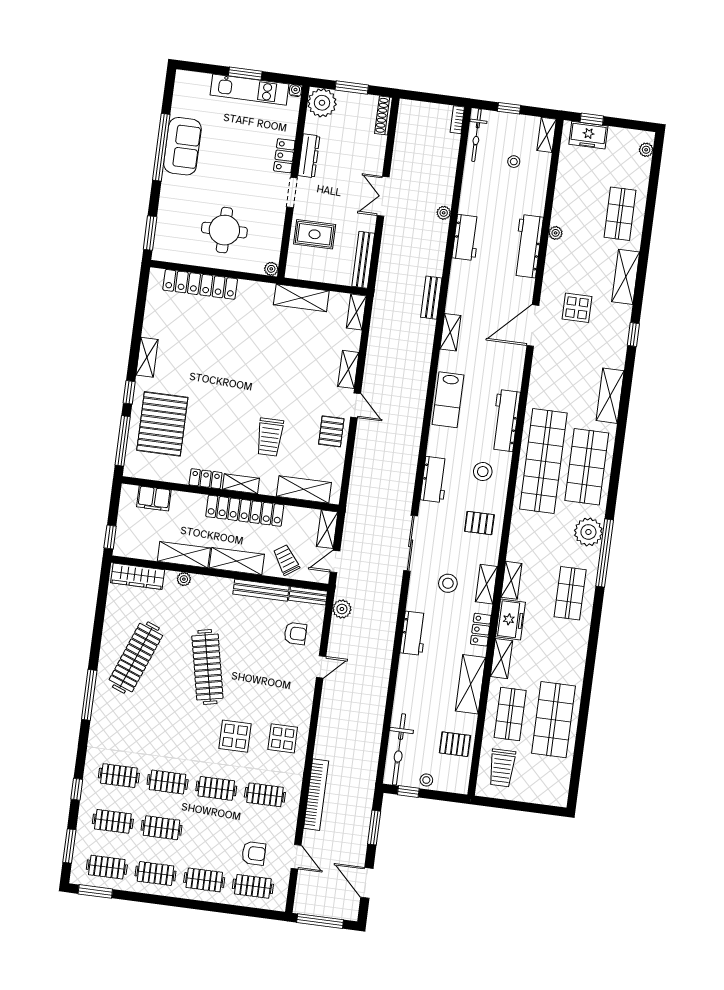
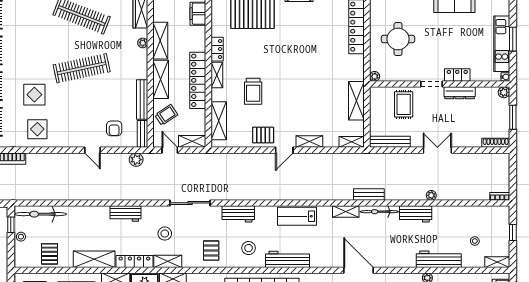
plant: (322, 103) -> (504, 92), width x0.53, depth x0.53
bicycle: (477, 135) -> (379, 212), moved
workbench: (528, 246) -> (439, 259), moved
trolley: (270, 437) -> (253, 91), turned -90
locker: (481, 630) -> (134, 262), width x1.53

